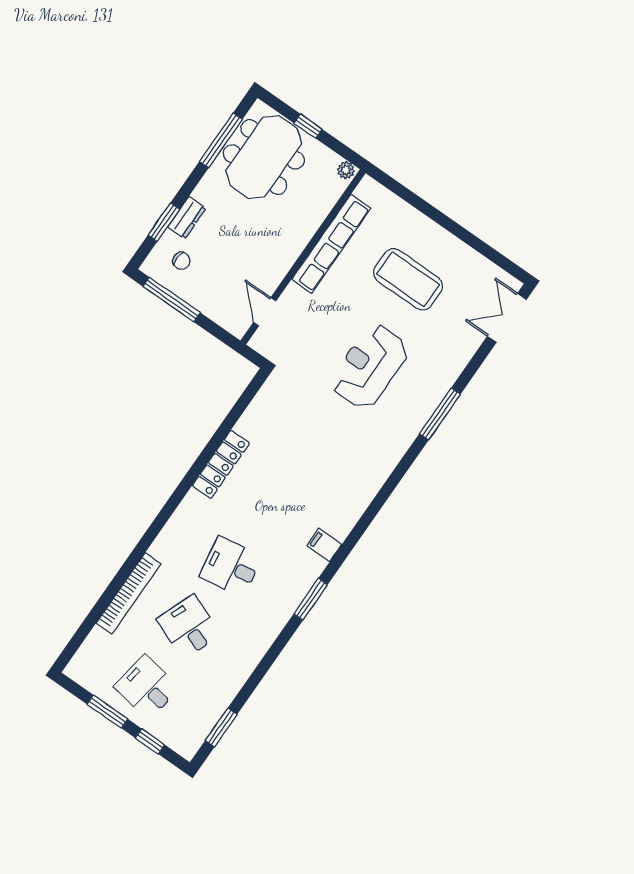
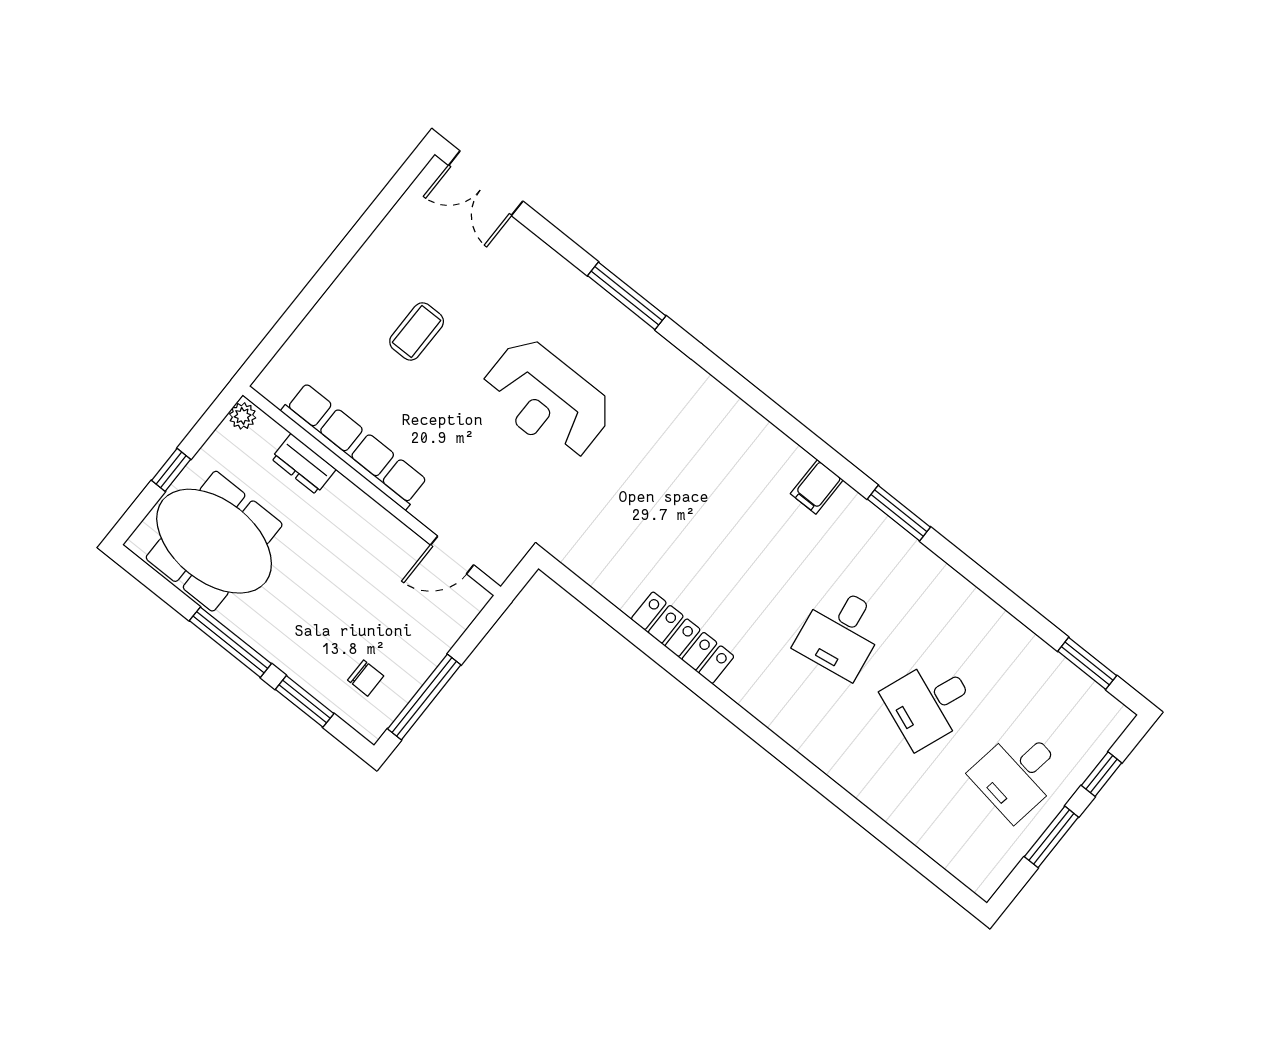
window: (221, 140) -> (230, 642), moved
dresser: (187, 218) -> (304, 464), moved, turned 180
chair: (181, 261) -> (366, 678), turned 87
coffee table: (408, 279) -> (417, 331), width x0.54, depth x0.58
bookcase: (129, 594) -> (872, 793), removed

